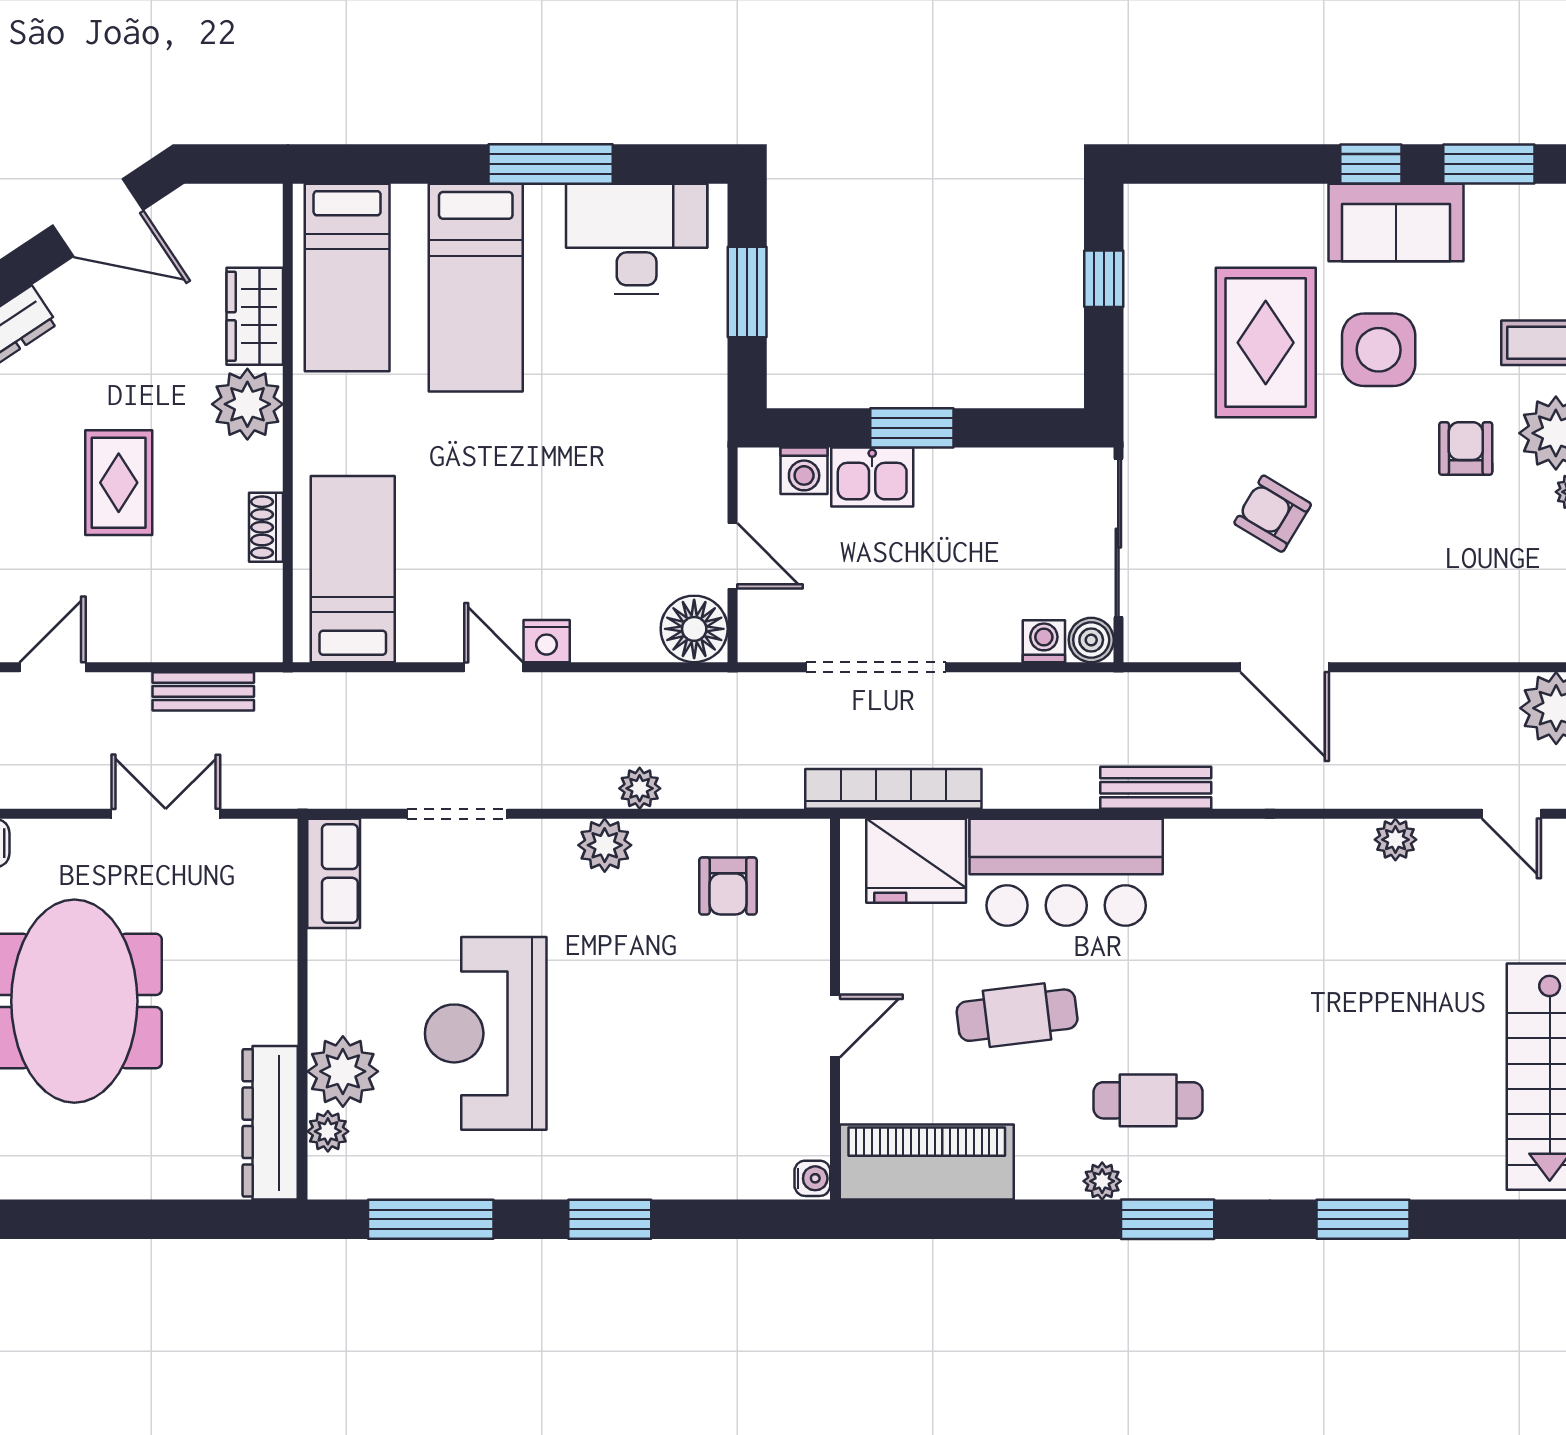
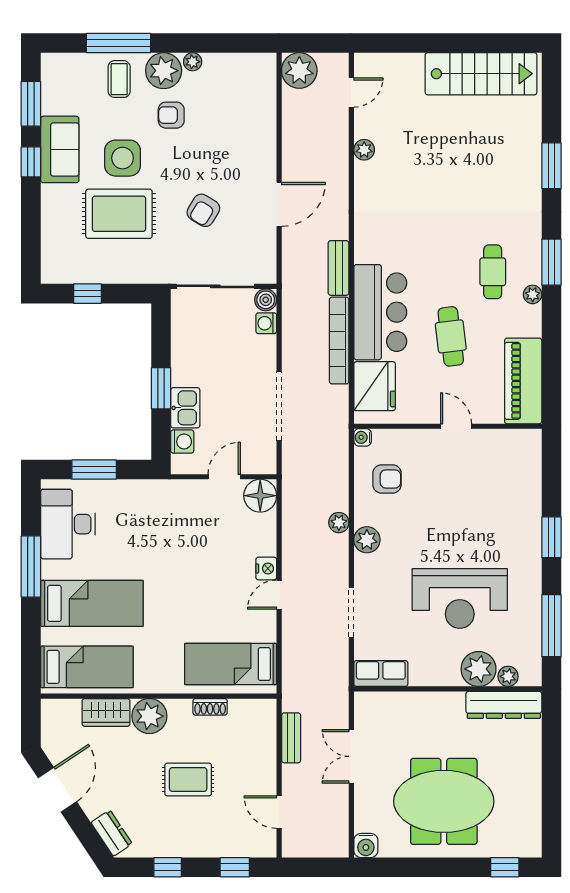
bookcase: (893, 789) -> (339, 341), moved
water cooler: (812, 1178) -> (363, 437), moved, turned -90

